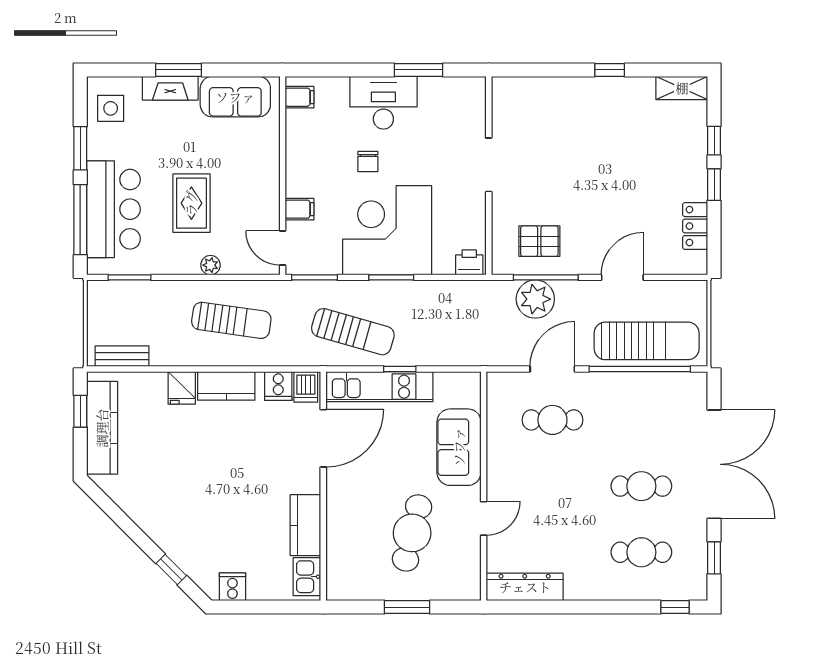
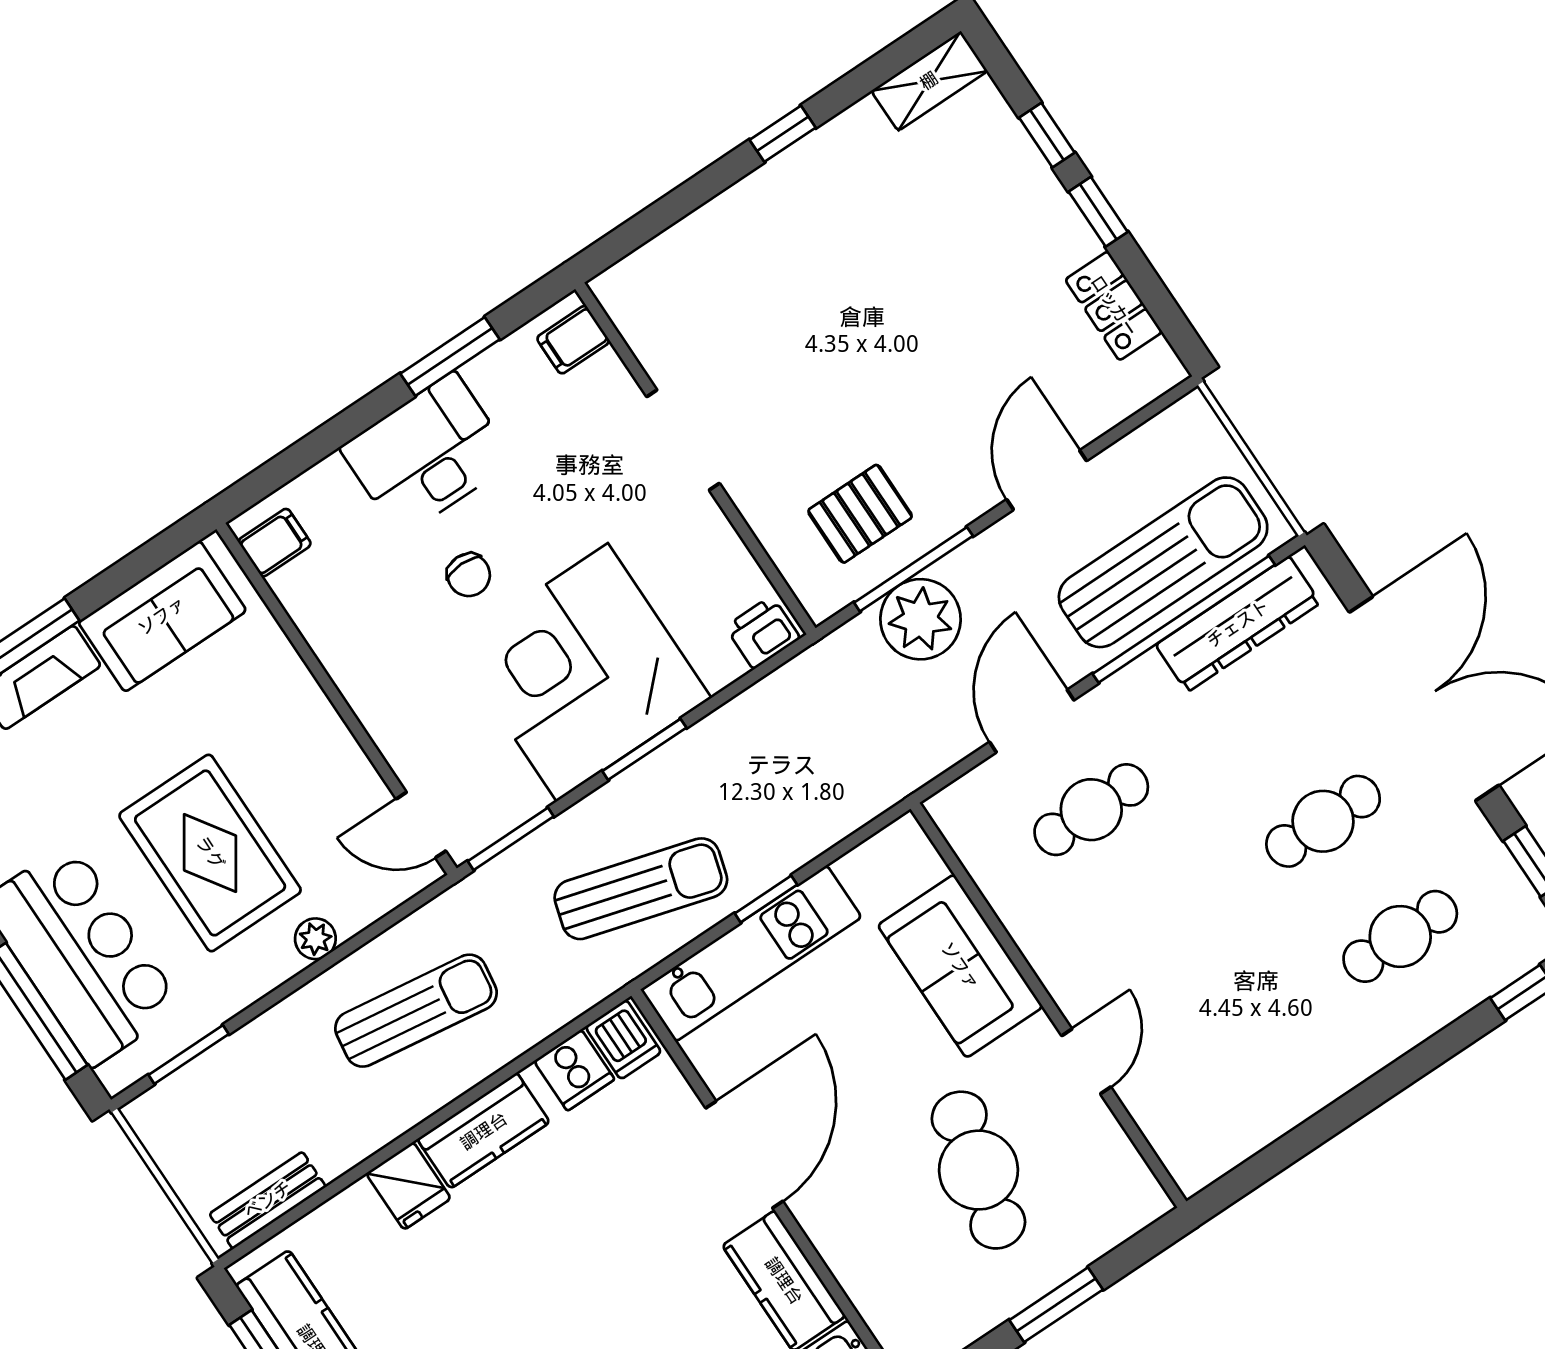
rug: (191, 203) -> (210, 853), width x1.36, depth x1.43
filing cabinet: (299, 209) -> (573, 340), moved, turned 180
door: (323, 438) -> (744, 1155), moved
dresser: (525, 587) -> (1238, 624), moved, turned 180

